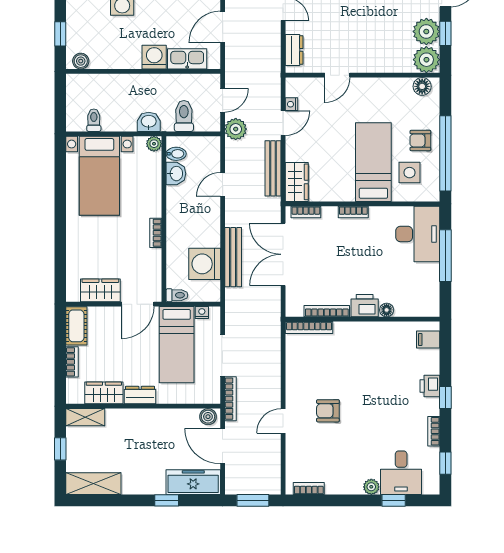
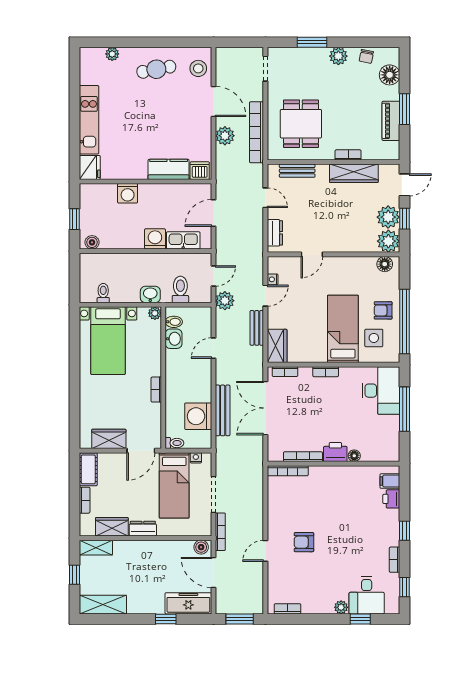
bench: (273, 168) -> (257, 328), width x0.73
printer: (430, 386) -> (391, 499), moved

